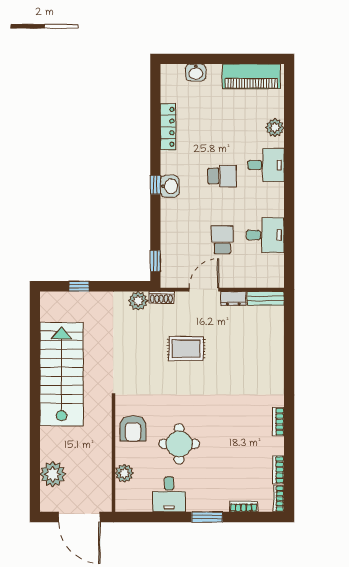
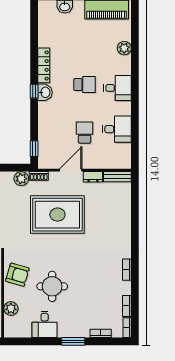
locker: (168, 127) -> (44, 65), moved
desk: (266, 165) -> (117, 88), moved
rug: (186, 349) -> (57, 215), width x1.86, depth x2.06
armchair: (133, 428) -> (17, 275), turned -74

